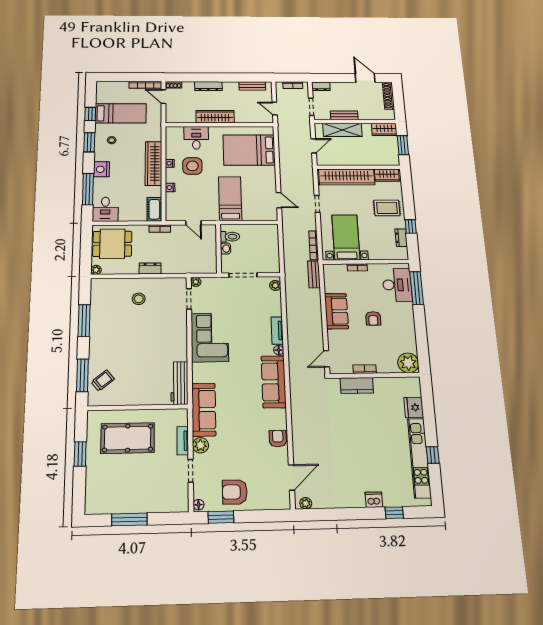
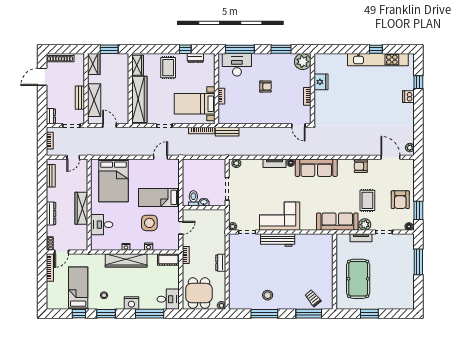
side table: (192, 166) -> (149, 223), moved
stool: (139, 299) -> (268, 295), moved
sofa: (336, 311) -> (259, 115), removed
window: (421, 336) -> (281, 49), added
workbench: (179, 383) -> (278, 240), moved
kitchen counter: (357, 385) -> (320, 103), removed
fridge: (414, 407) -> (321, 82), moved, turned -90
rug: (233, 448) -> (367, 200), added
window: (129, 519) -> (418, 262), moved

